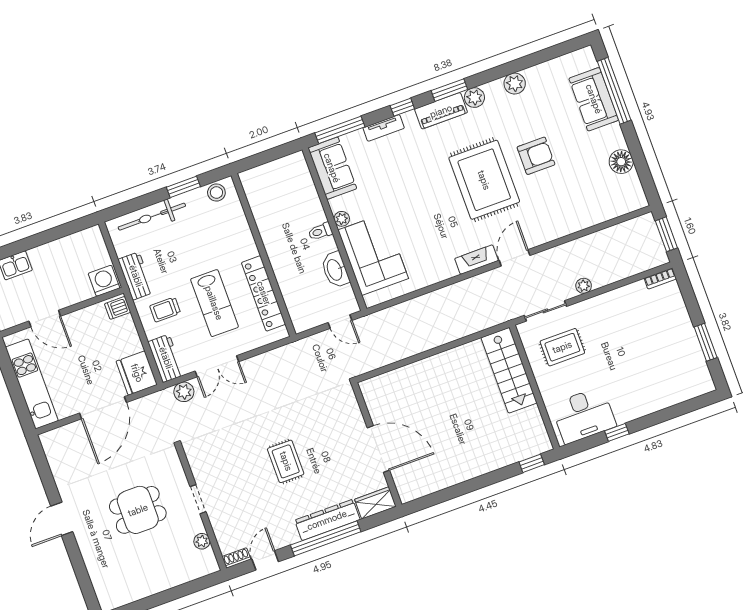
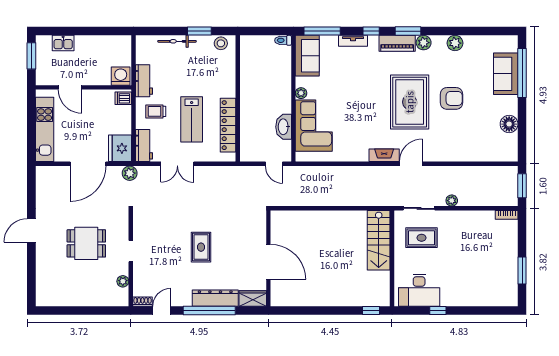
bicycle: (152, 217) -> (177, 41), width x0.73, depth x0.71
toilet: (320, 231) -> (283, 40), moved
plant: (184, 392) -> (130, 173), moved

